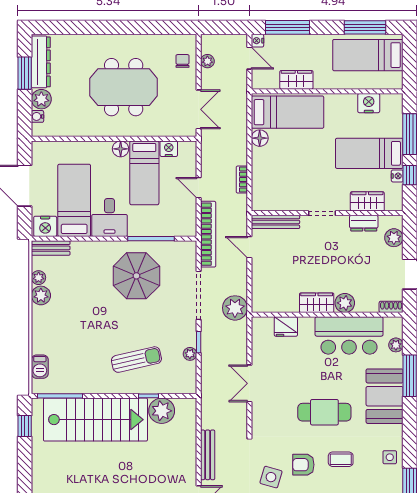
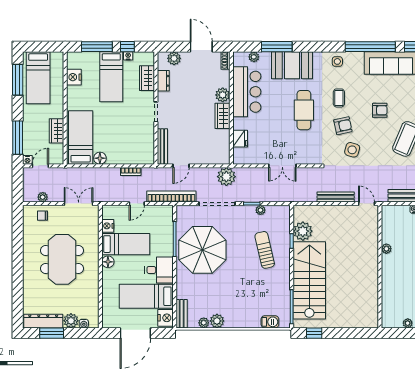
parasol: (136, 276) -> (202, 250), width x1.36, depth x1.36
armchair: (303, 465) -> (343, 126), turned -102

